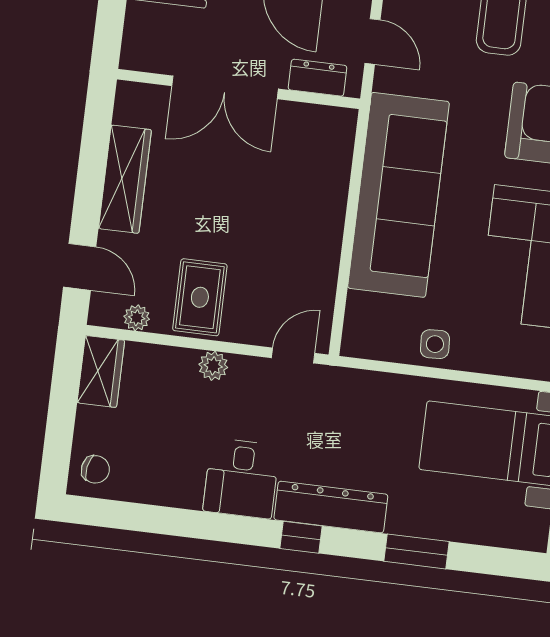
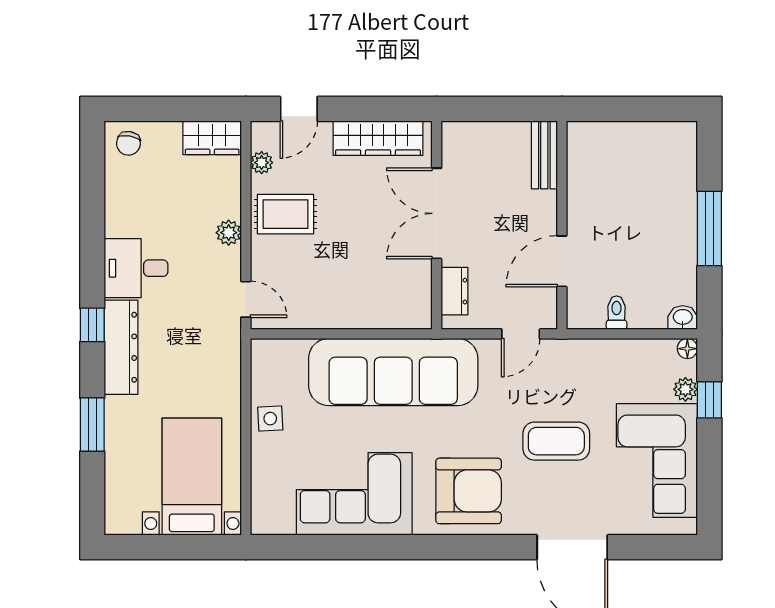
dresser: (318, 78) -> (454, 291), moved
double door: (225, 87) -> (437, 213), moved
wall: (238, 89) -> (437, 225), moved

